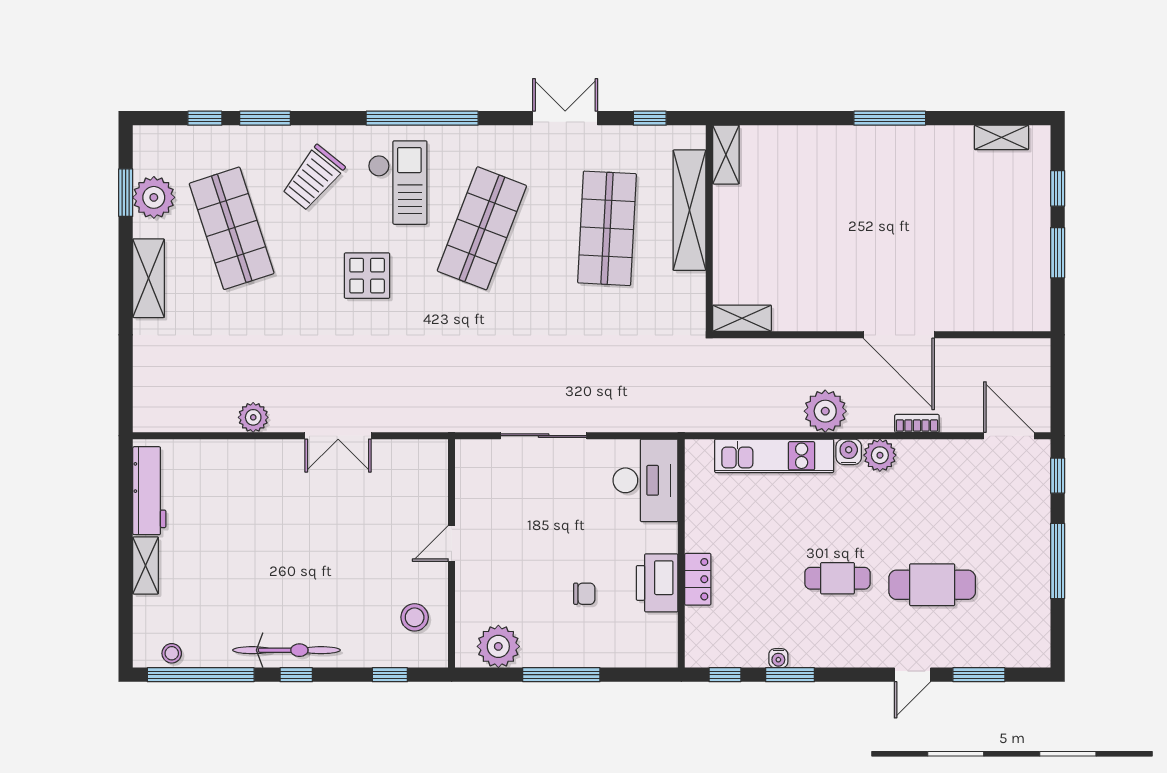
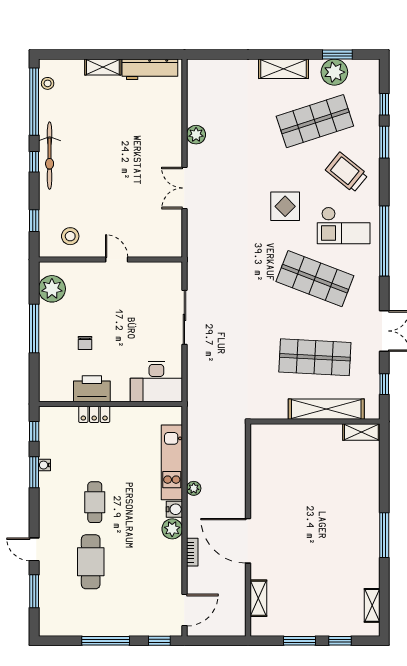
shelving: (742, 318) -> (258, 598), moved
door: (899, 335) -> (248, 541), hinge flipped
plant: (825, 411) -> (194, 488), width x0.53, depth x0.53

